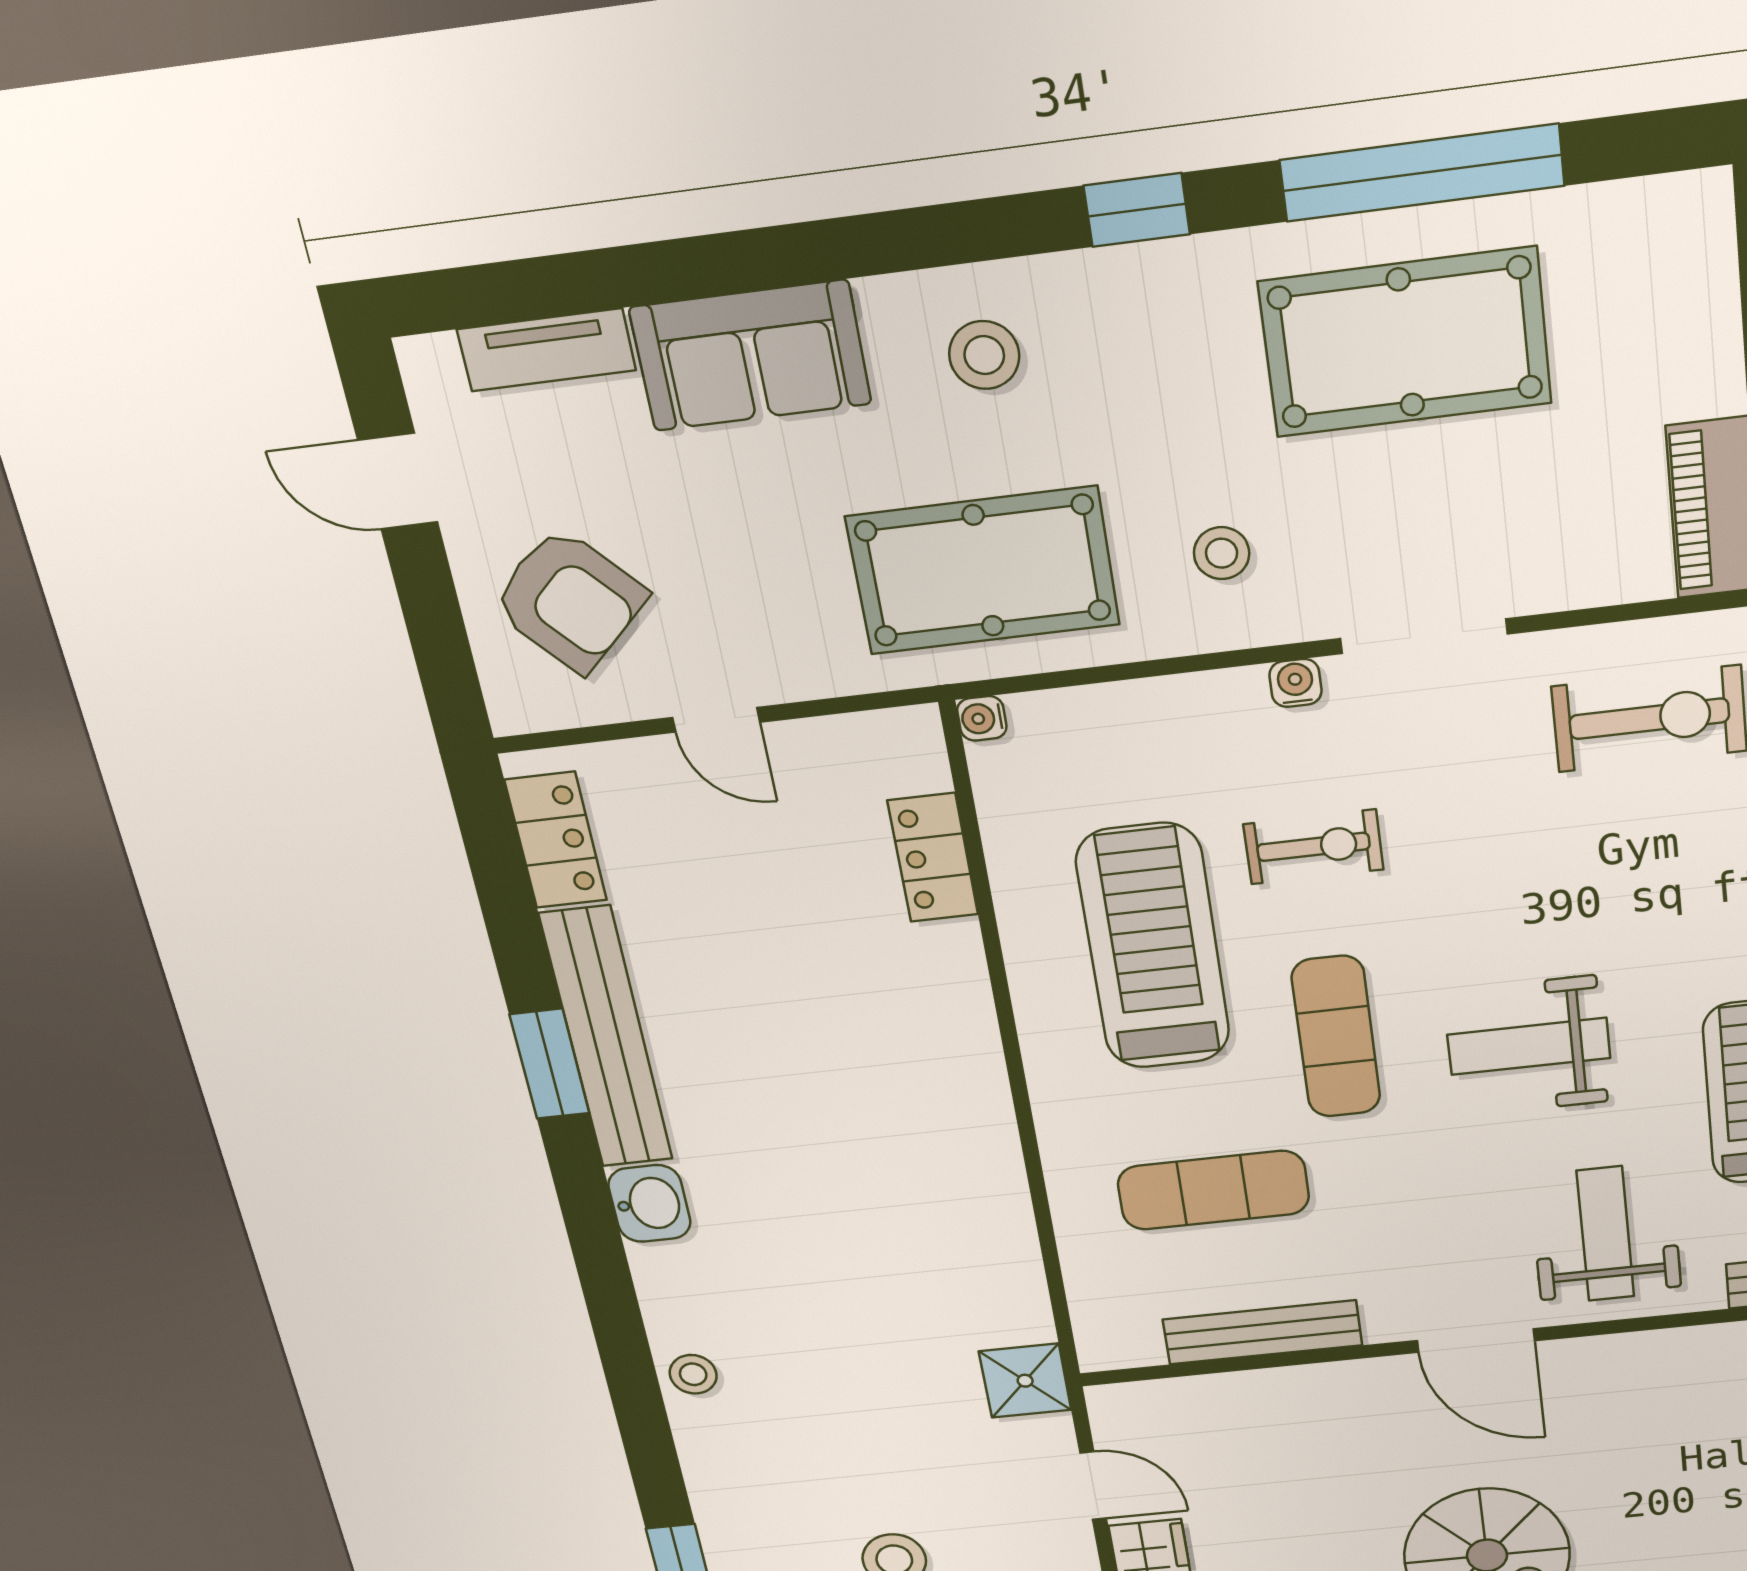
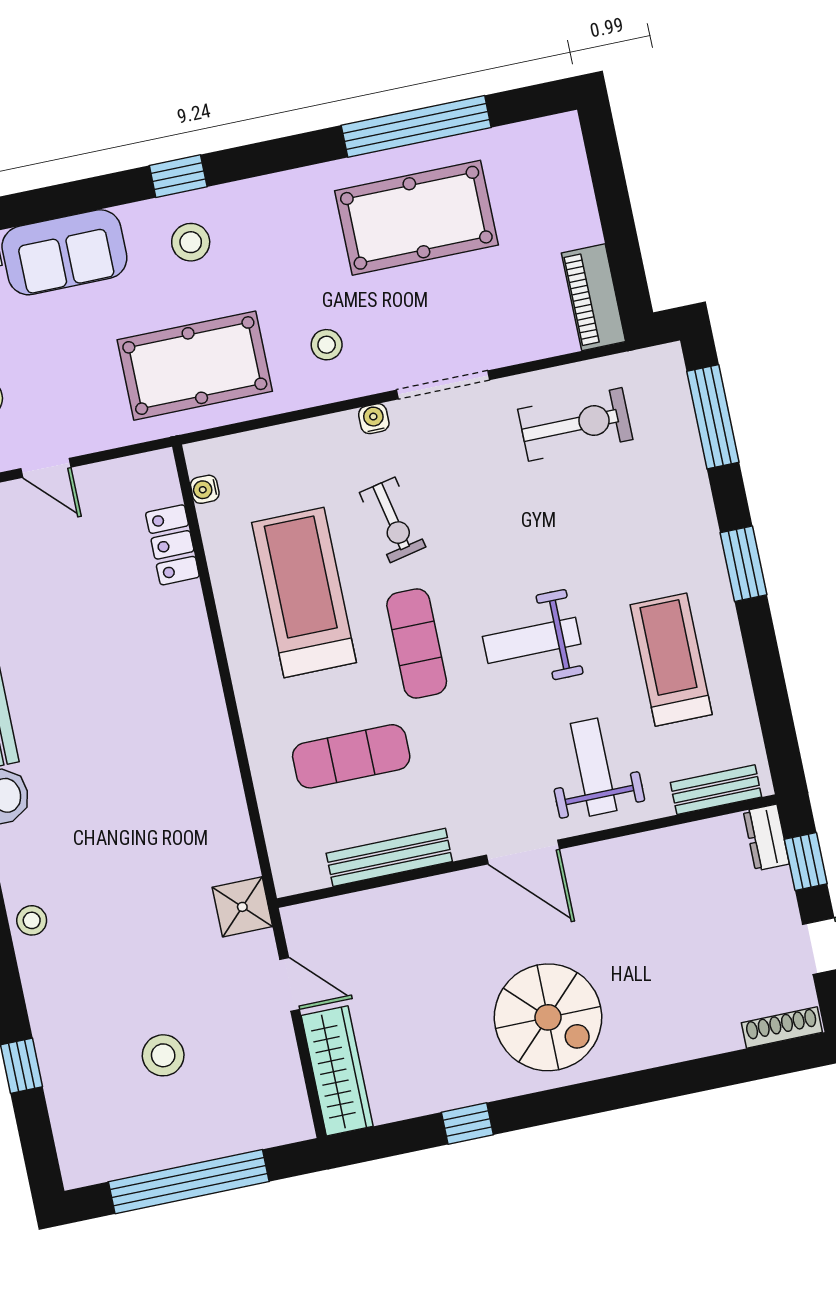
window: (1137, 210) -> (178, 176), moved
water cooler: (982, 718) -> (205, 489), moved
exercise bike: (1313, 847) -> (393, 520), turned 78

